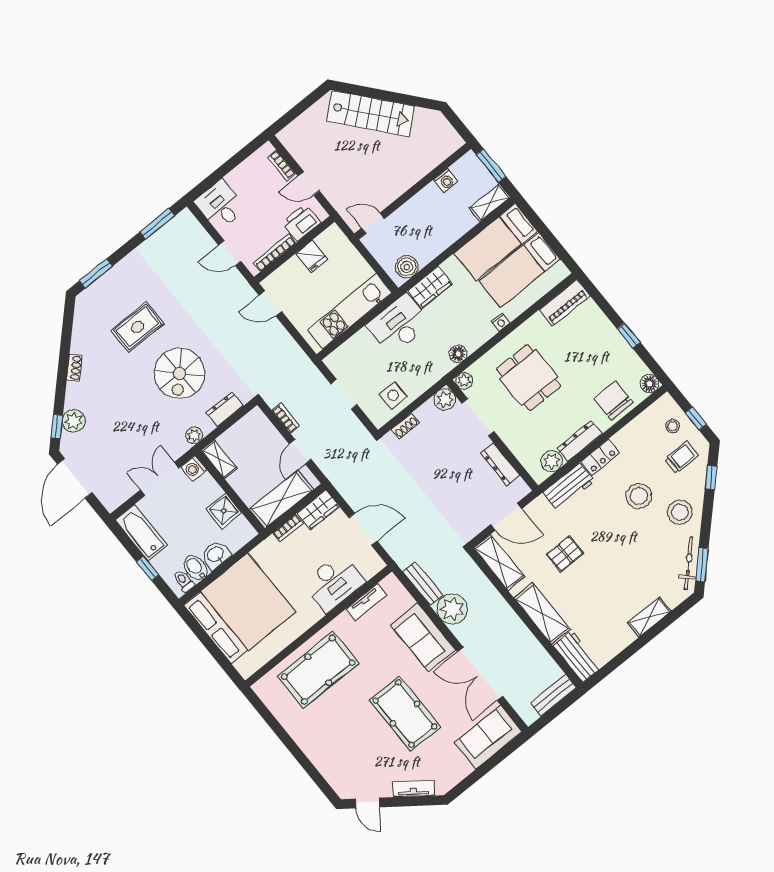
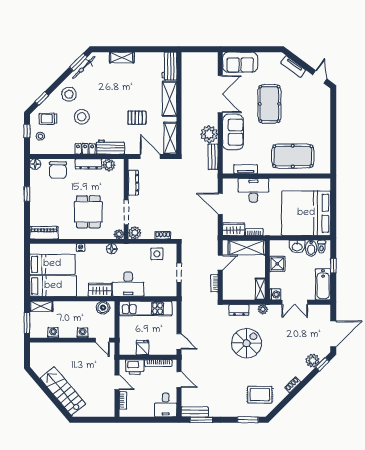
washing machine: (407, 212) -> (83, 333), added
rug: (138, 327) -> (260, 395), moved
bench: (553, 695) -> (195, 412), moved

